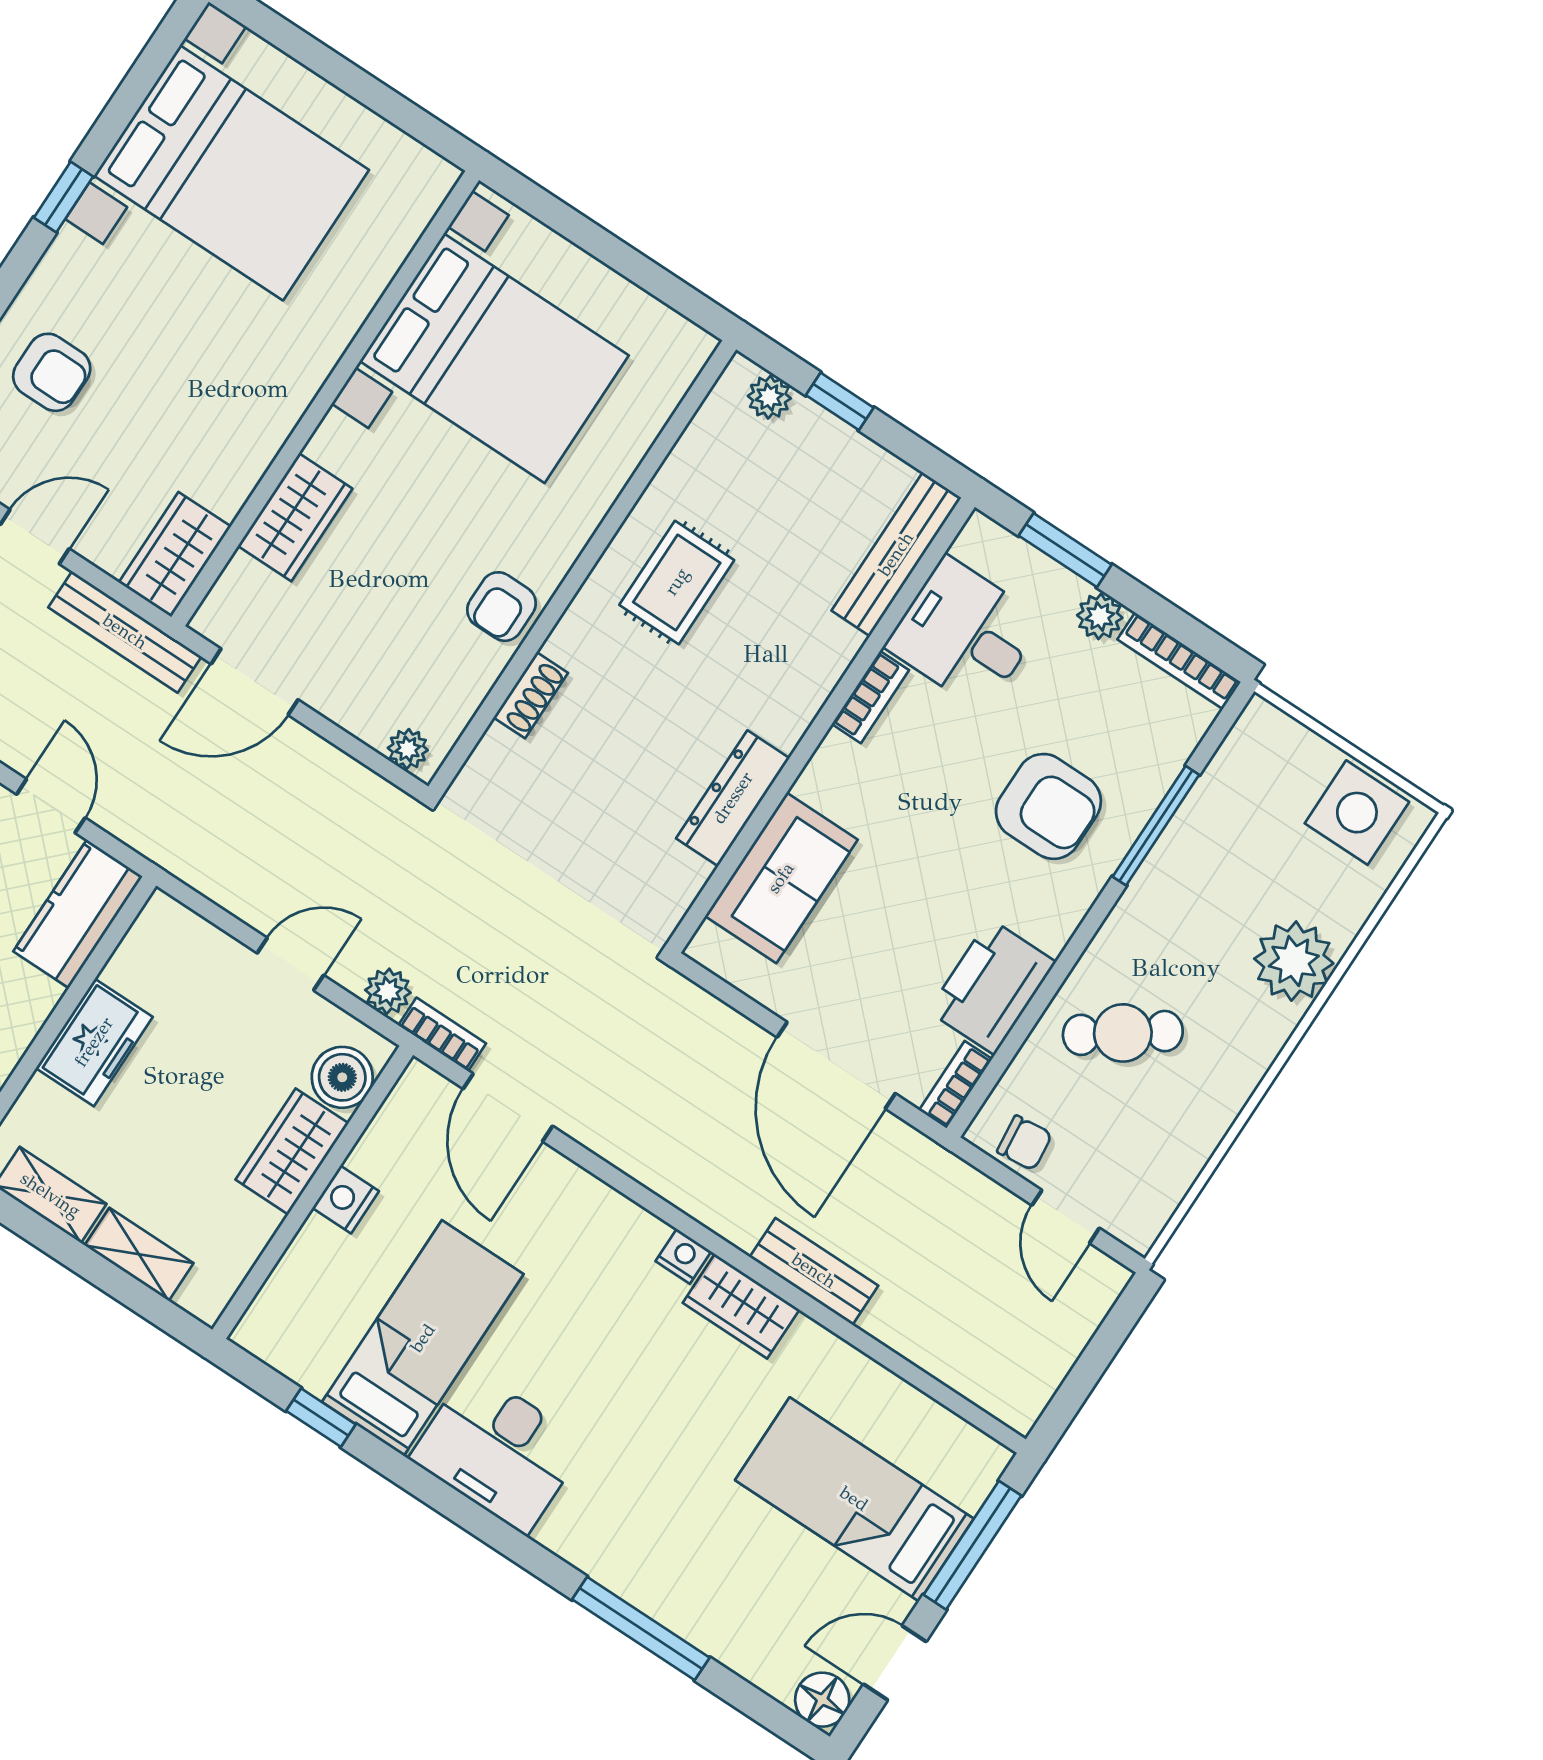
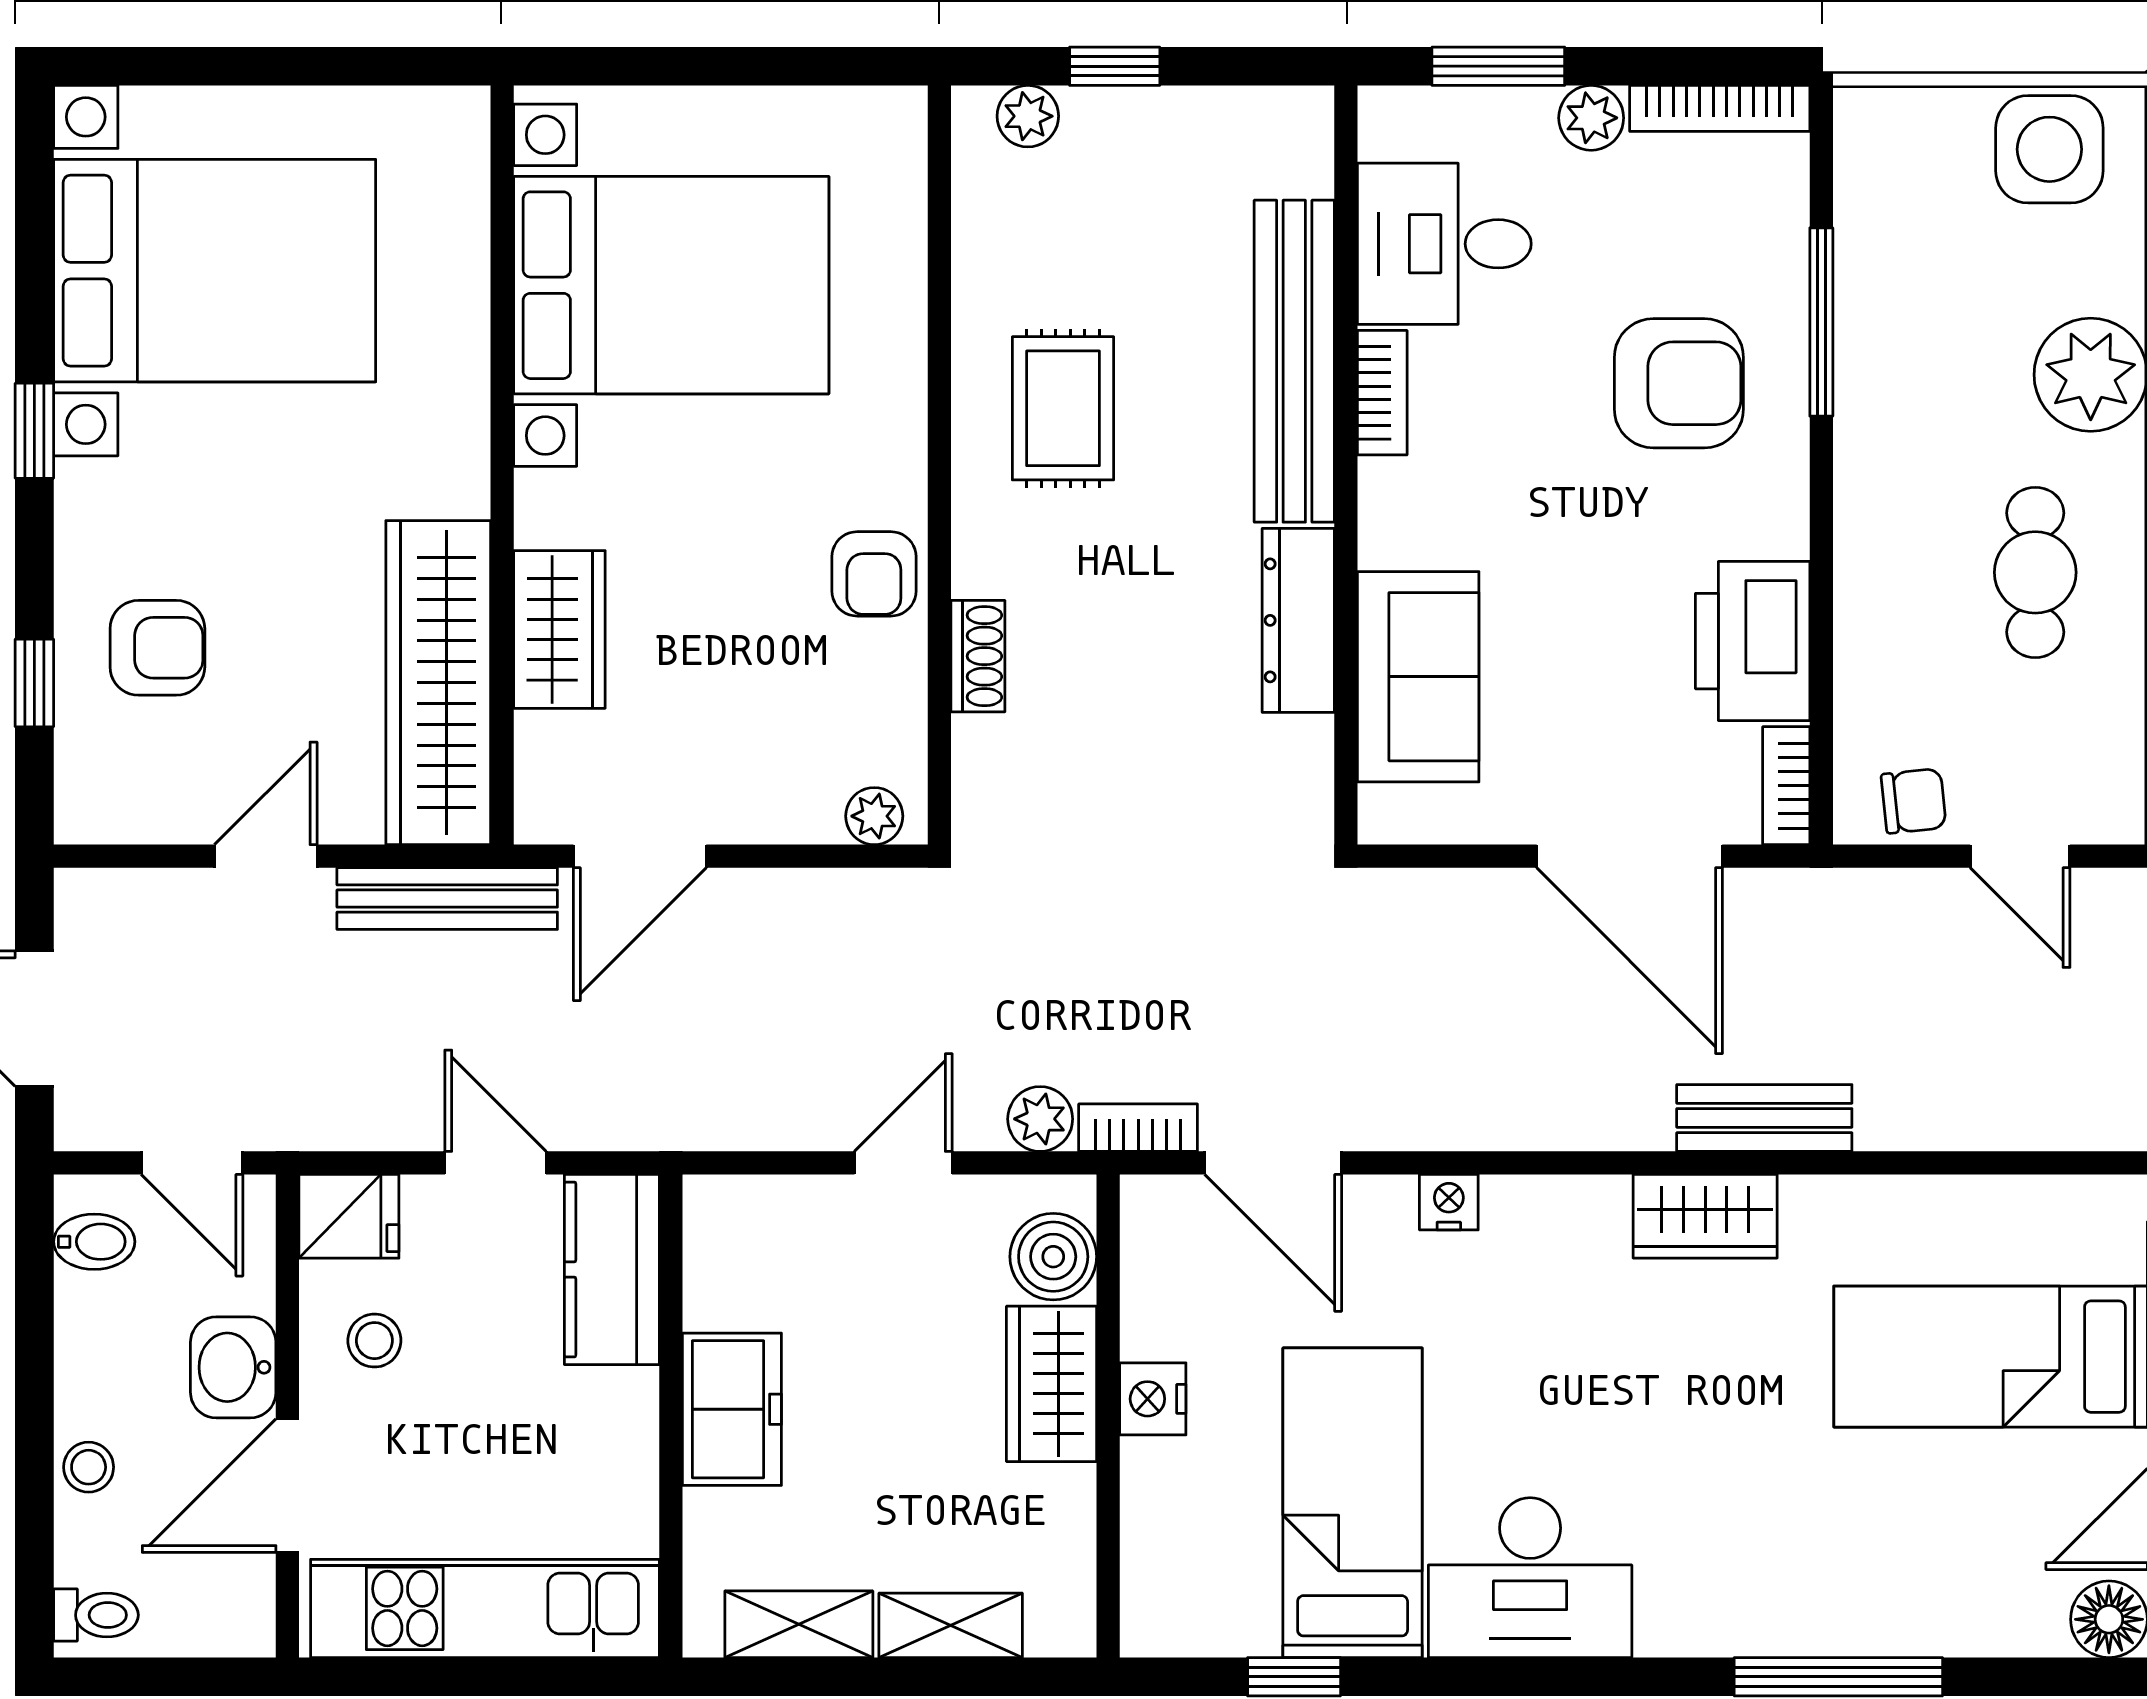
wardrobe: (175, 554) -> (438, 683), width x2.10, depth x1.17
bench: (896, 554) -> (1294, 361), moved, width x1.37, depth x1.21
cafe table: (1123, 1033) -> (2035, 572), moved, turned -54
nightstand: (683, 1256) -> (1449, 1202), moved

